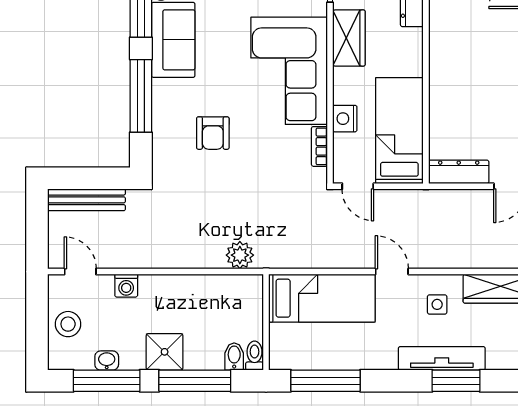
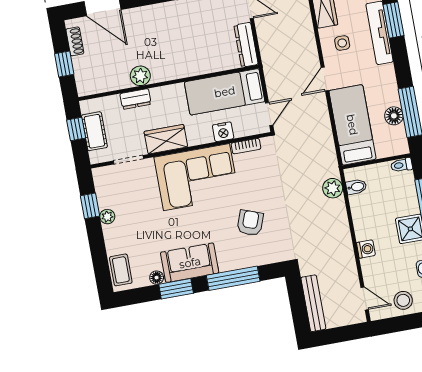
plant: (442, 19) -> (140, 76), added
armchair: (213, 133) -> (250, 223), turned -70
door: (80, 272) -> (365, 298), swing flipped
washing machine: (126, 286) -> (366, 249), moved
bidet: (234, 356) -> (356, 187), moved, turned 180
floor lamp: (324, 357) -> (394, 116), added

